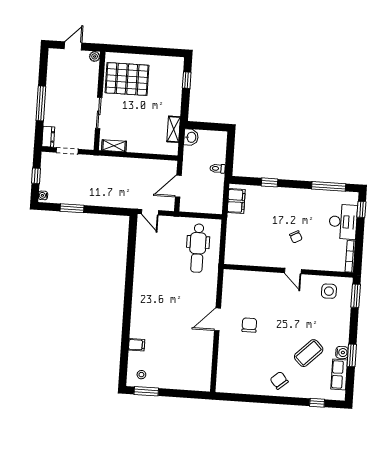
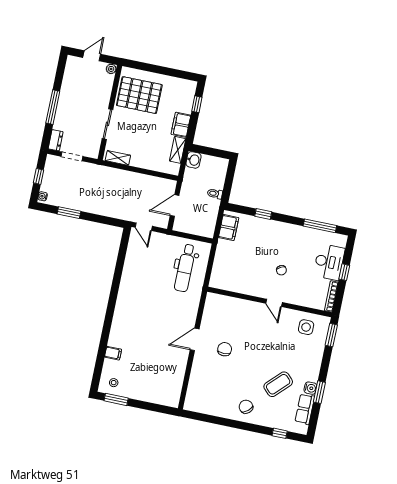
filing cabinet: (173, 103) -> (181, 125), added
window: (361, 209) -> (344, 272), moved

